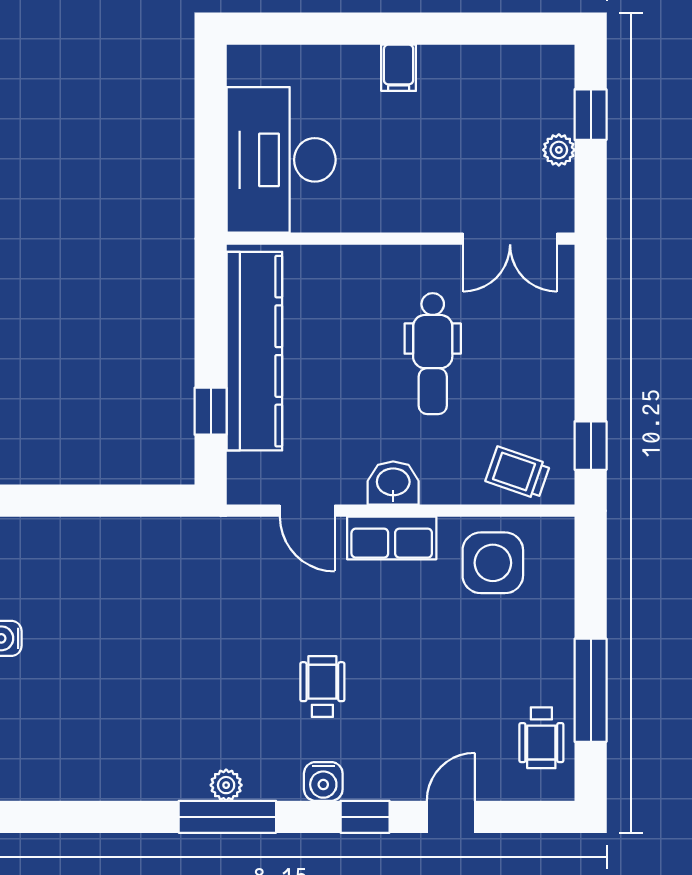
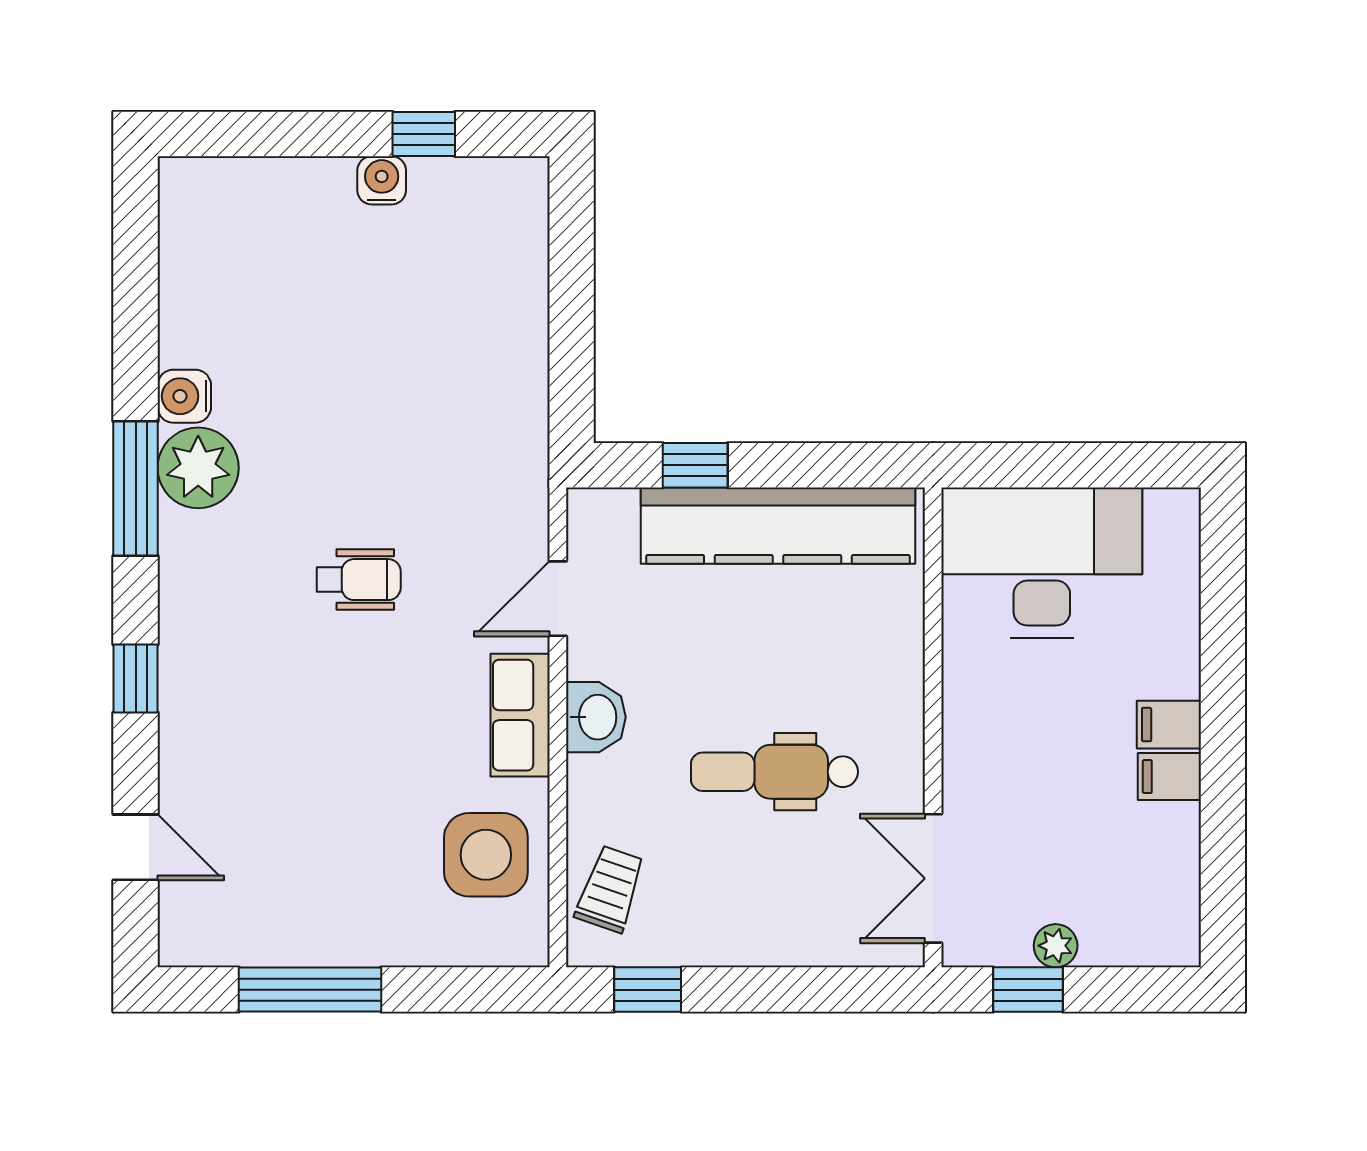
filing cabinet: (436, 67) -> (1169, 777), added
window: (591, 115) -> (1028, 990), moved
wheelchair: (322, 687) -> (359, 580), moved
wheelchair: (541, 738) -> (245, 922), removed
water cooler: (323, 781) -> (184, 396), moved
plant: (226, 785) -> (198, 468), width x1.88, depth x1.88
door: (451, 817) -> (136, 847), moved

